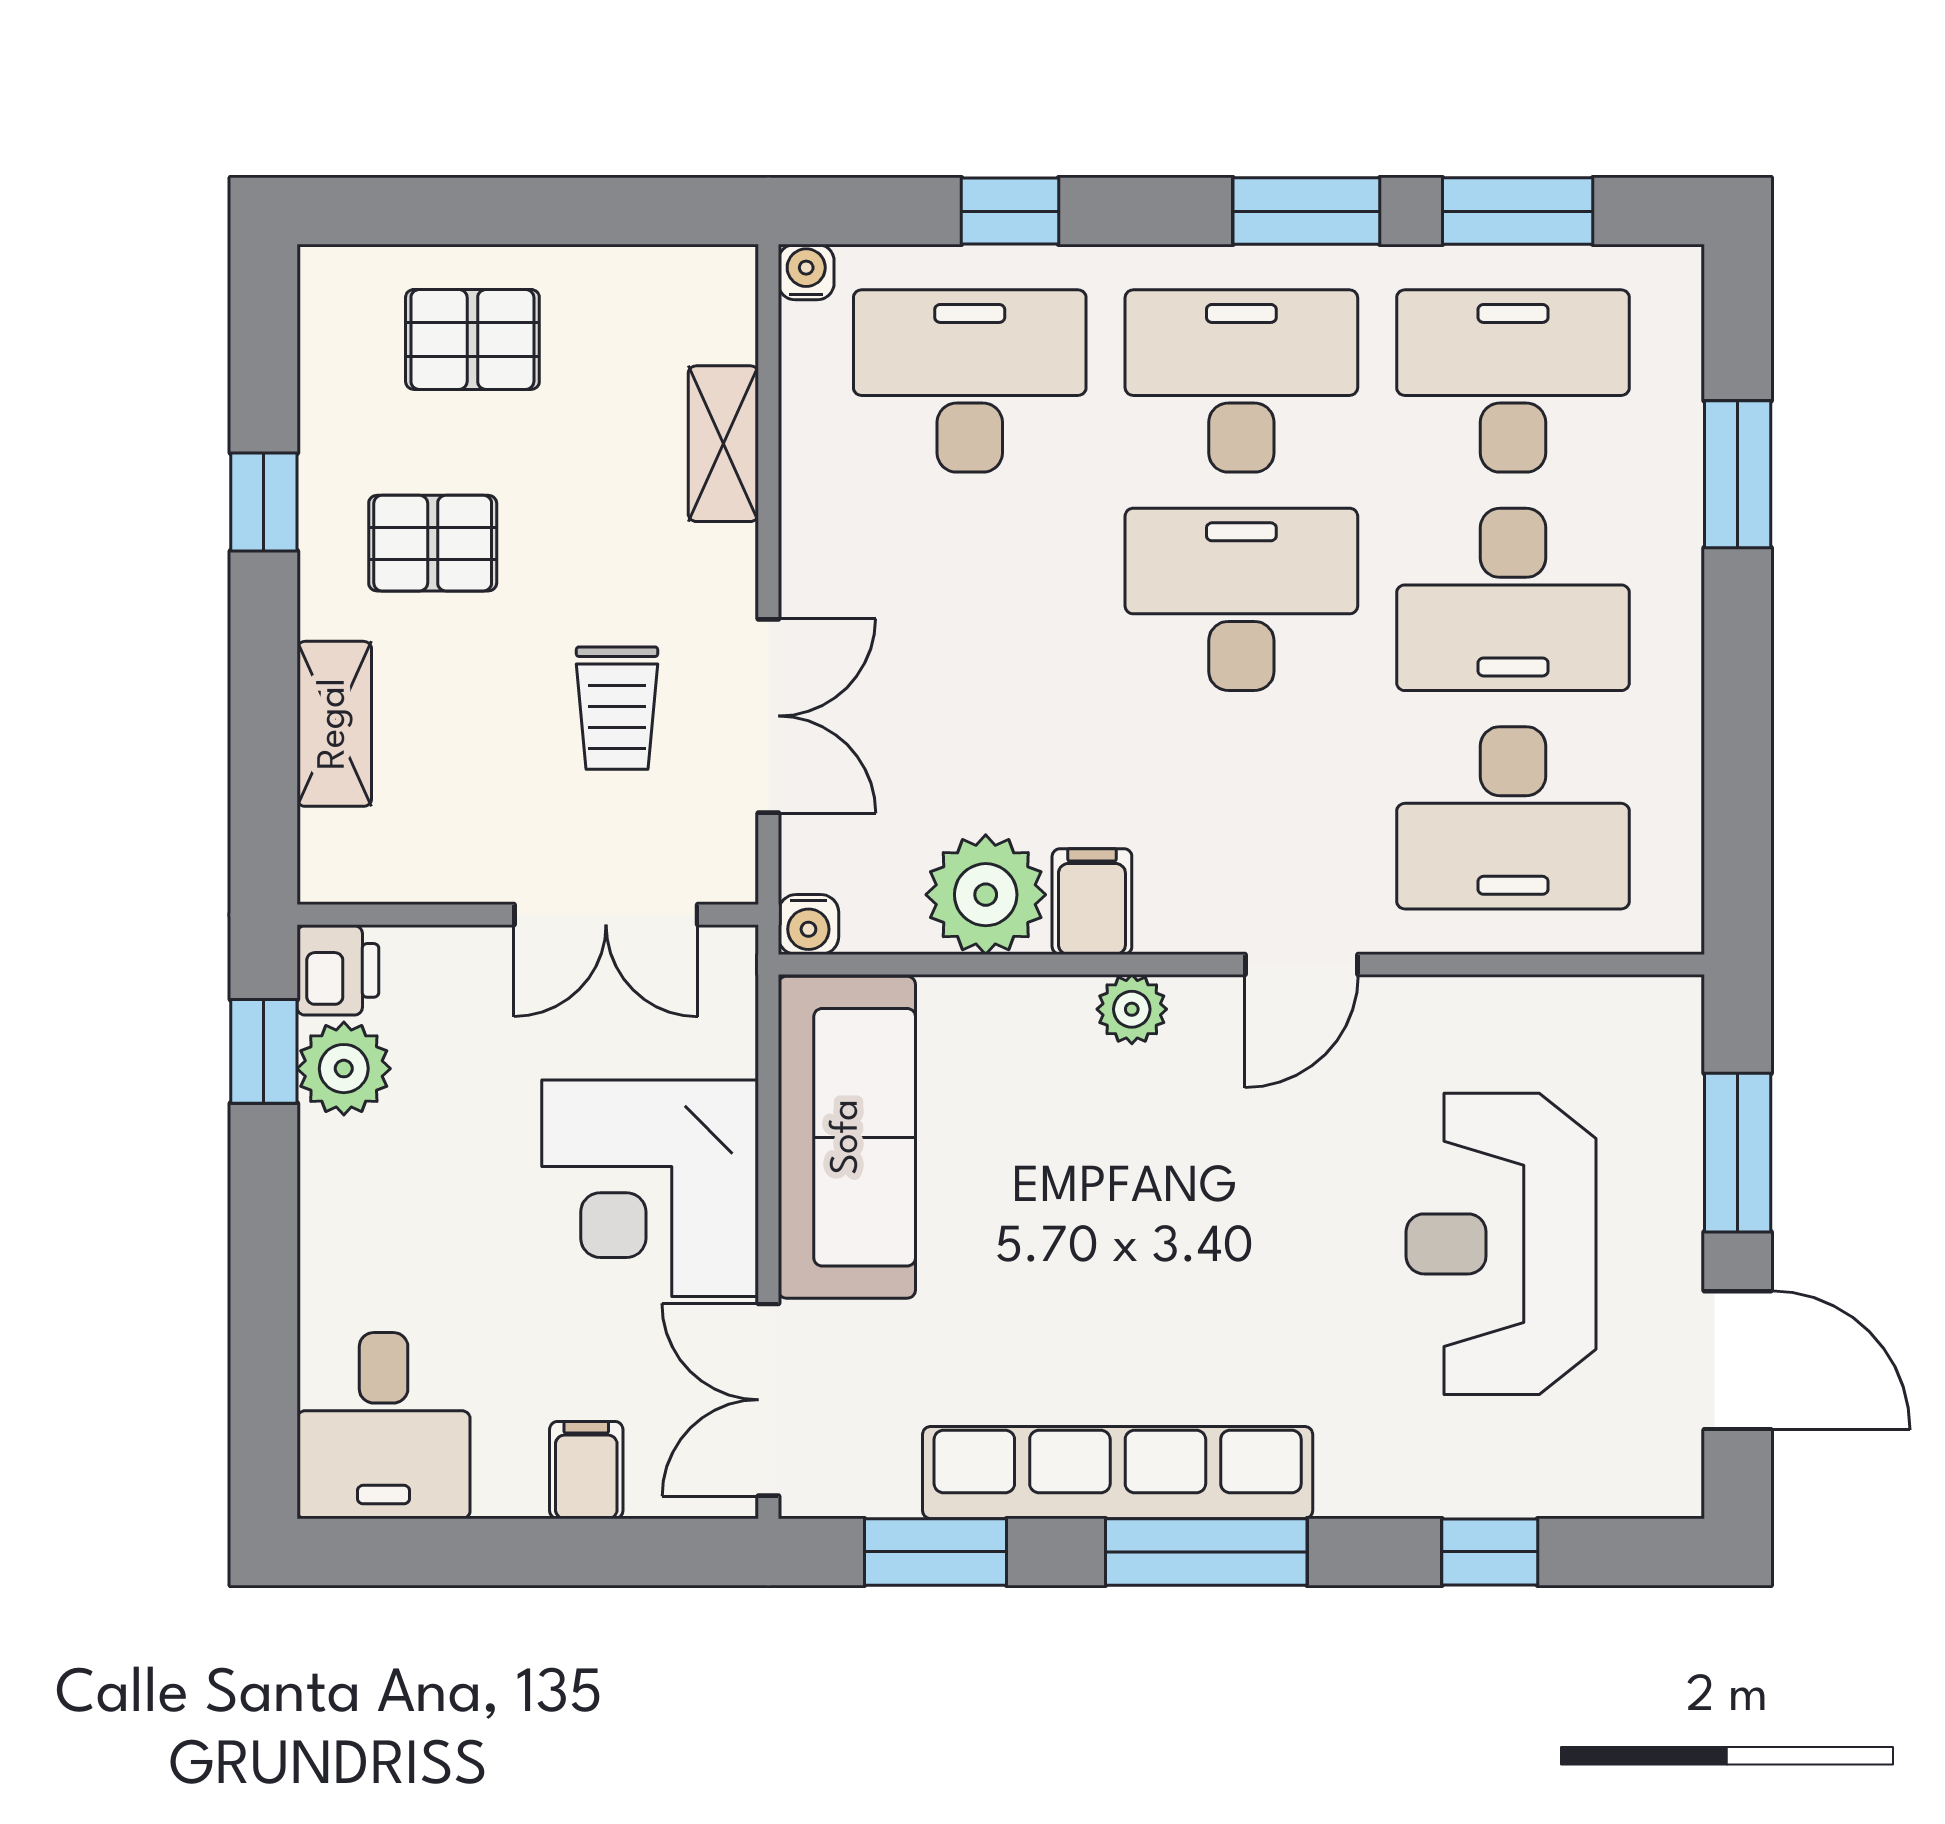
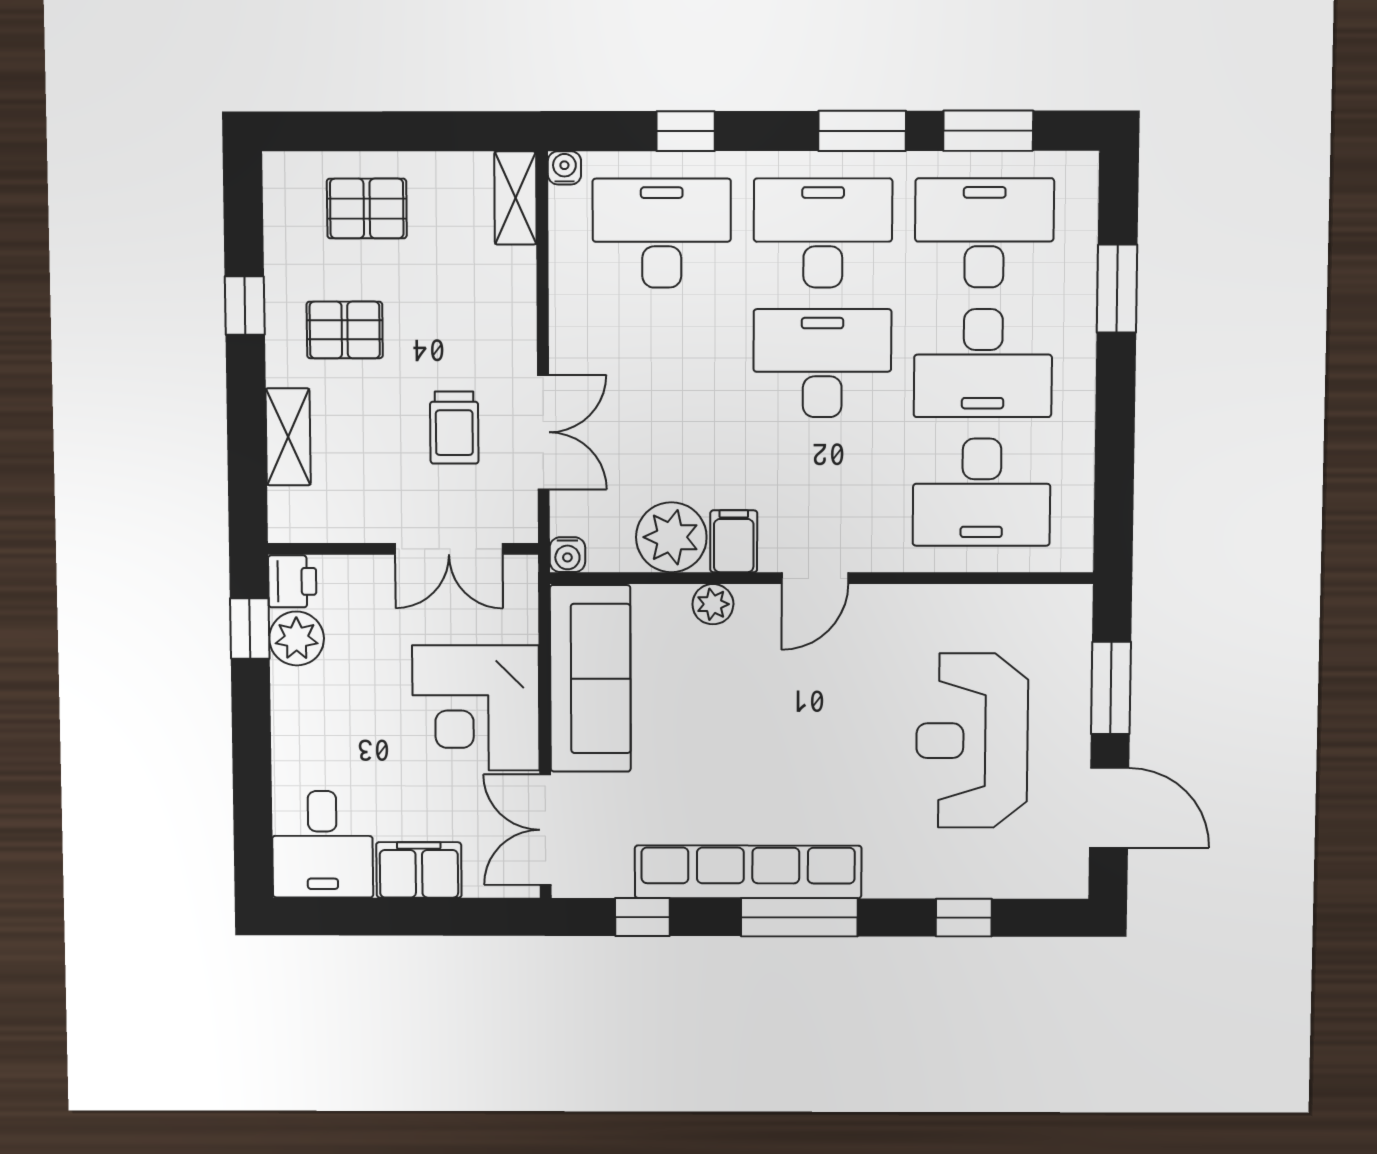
shelving: (723, 444) -> (515, 198), moved
door: (1302, 964) -> (815, 578), moved
plant: (1132, 1009) -> (713, 604), moved
filing cabinet: (586, 1470) -> (419, 870), width x2.00
window: (935, 1552) -> (642, 917), width x0.67

